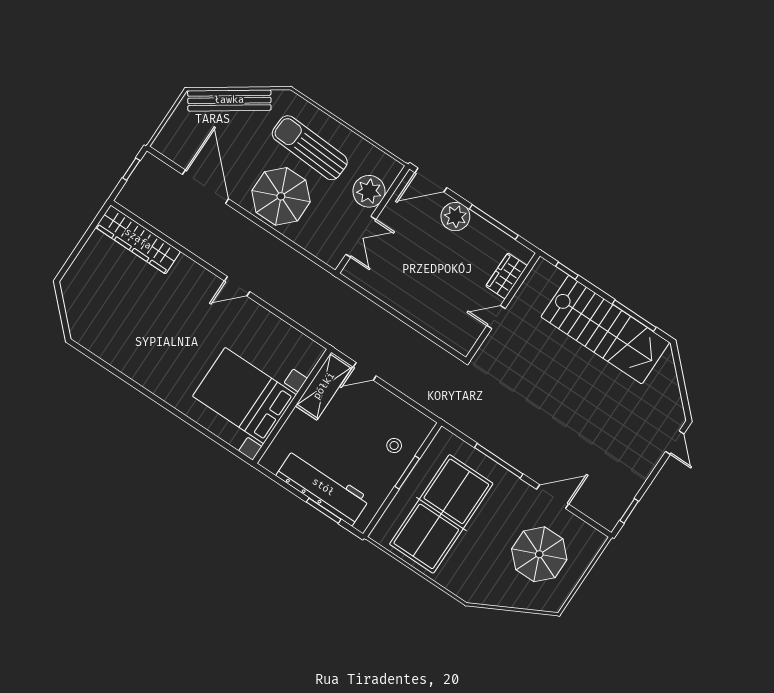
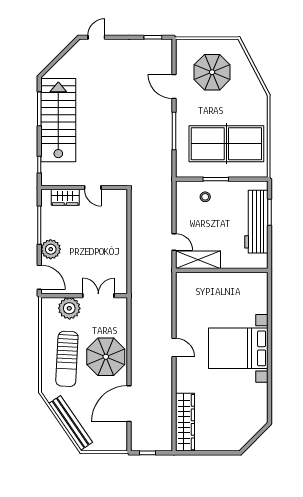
bed with nightstands: (244, 396) -> (238, 348), moved, turned 90

